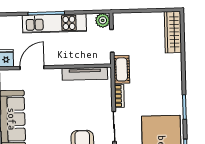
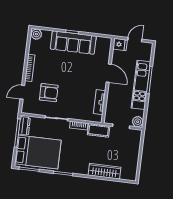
wardrobe: (173, 32) -> (105, 171), moved
door: (32, 68) -> (109, 73), moved
tv unit: (85, 74) -> (99, 102), width x0.71

